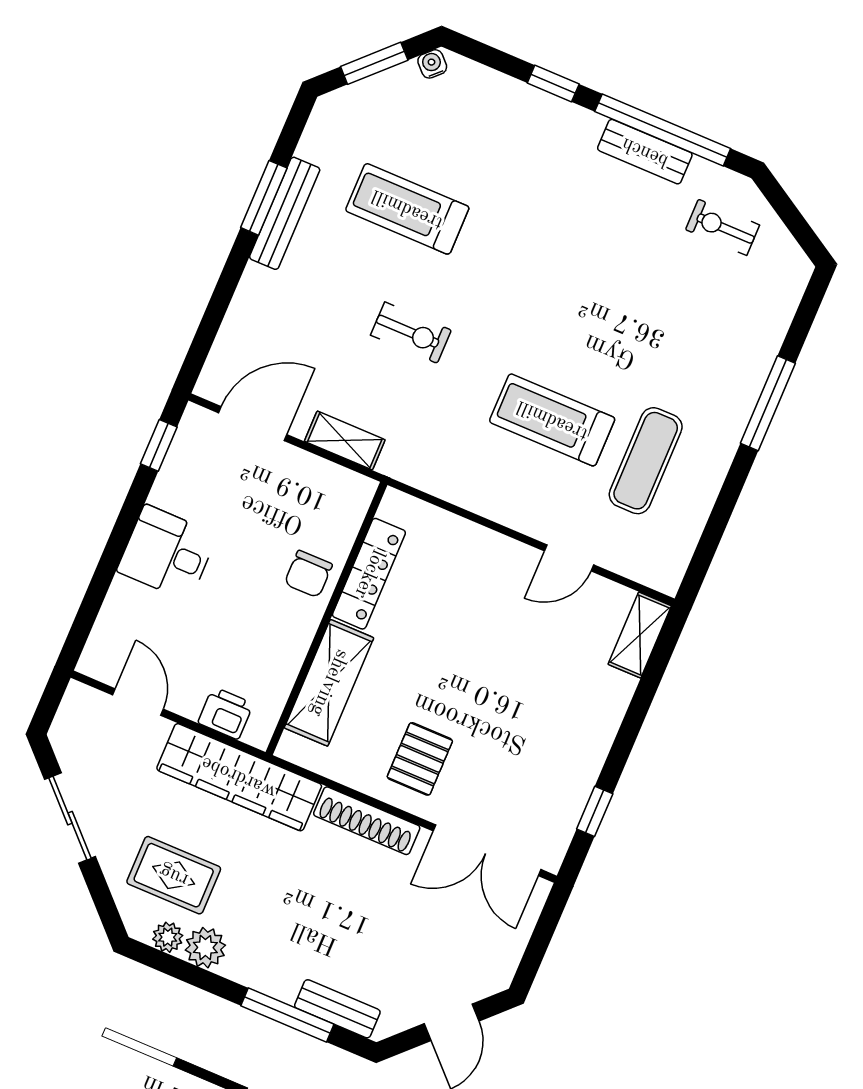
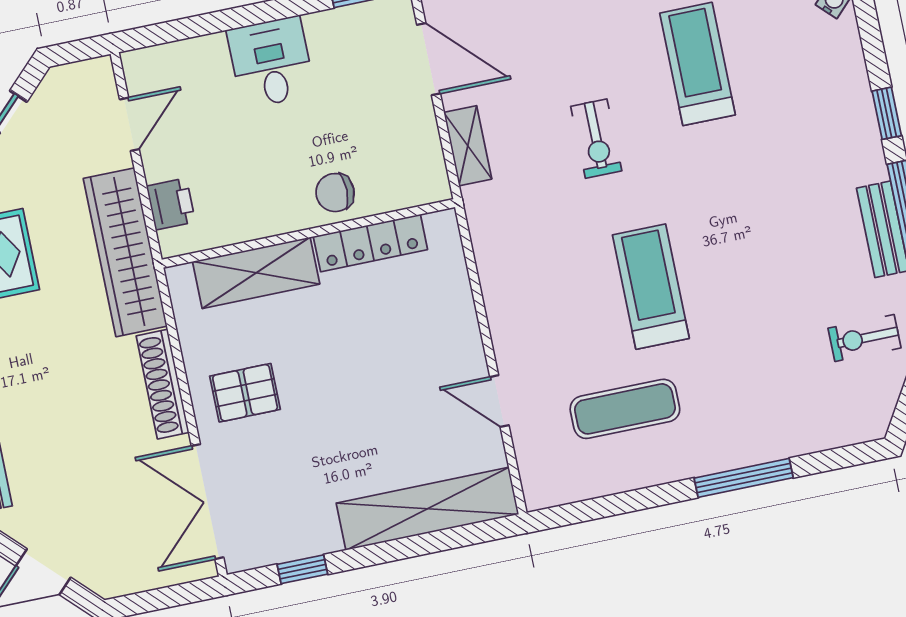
exercise bike: (722, 227) -> (865, 338), turned -90
treadmill: (552, 420) -> (651, 287), moved
shelving: (640, 635) -> (427, 509), width x2.20, depth x1.33

